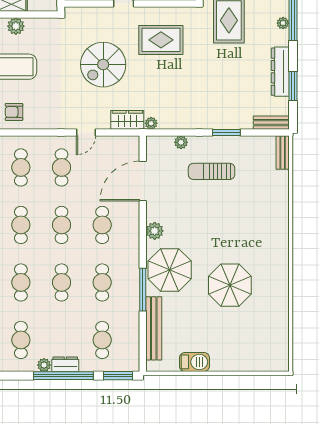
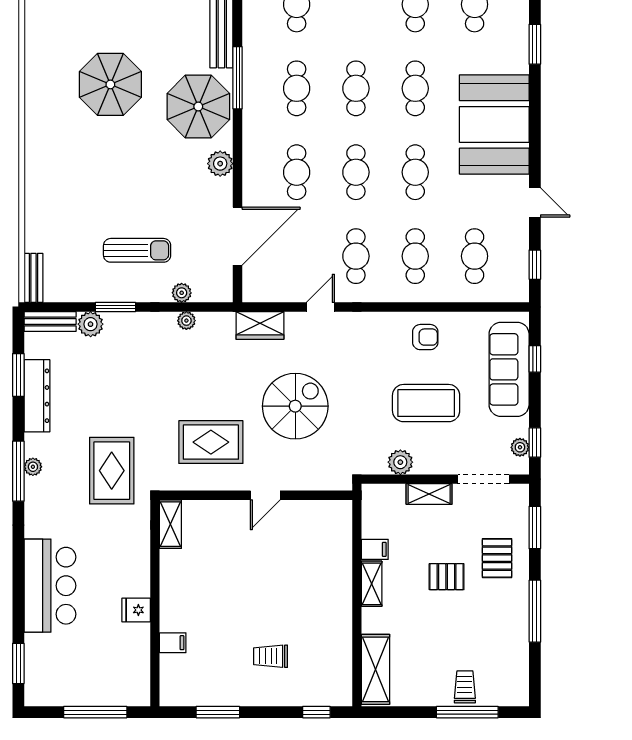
plant: (16, 26) -> (400, 462), moved
plant: (243, 121) -> (91, 324), added
plant: (151, 123) -> (186, 321), moved

